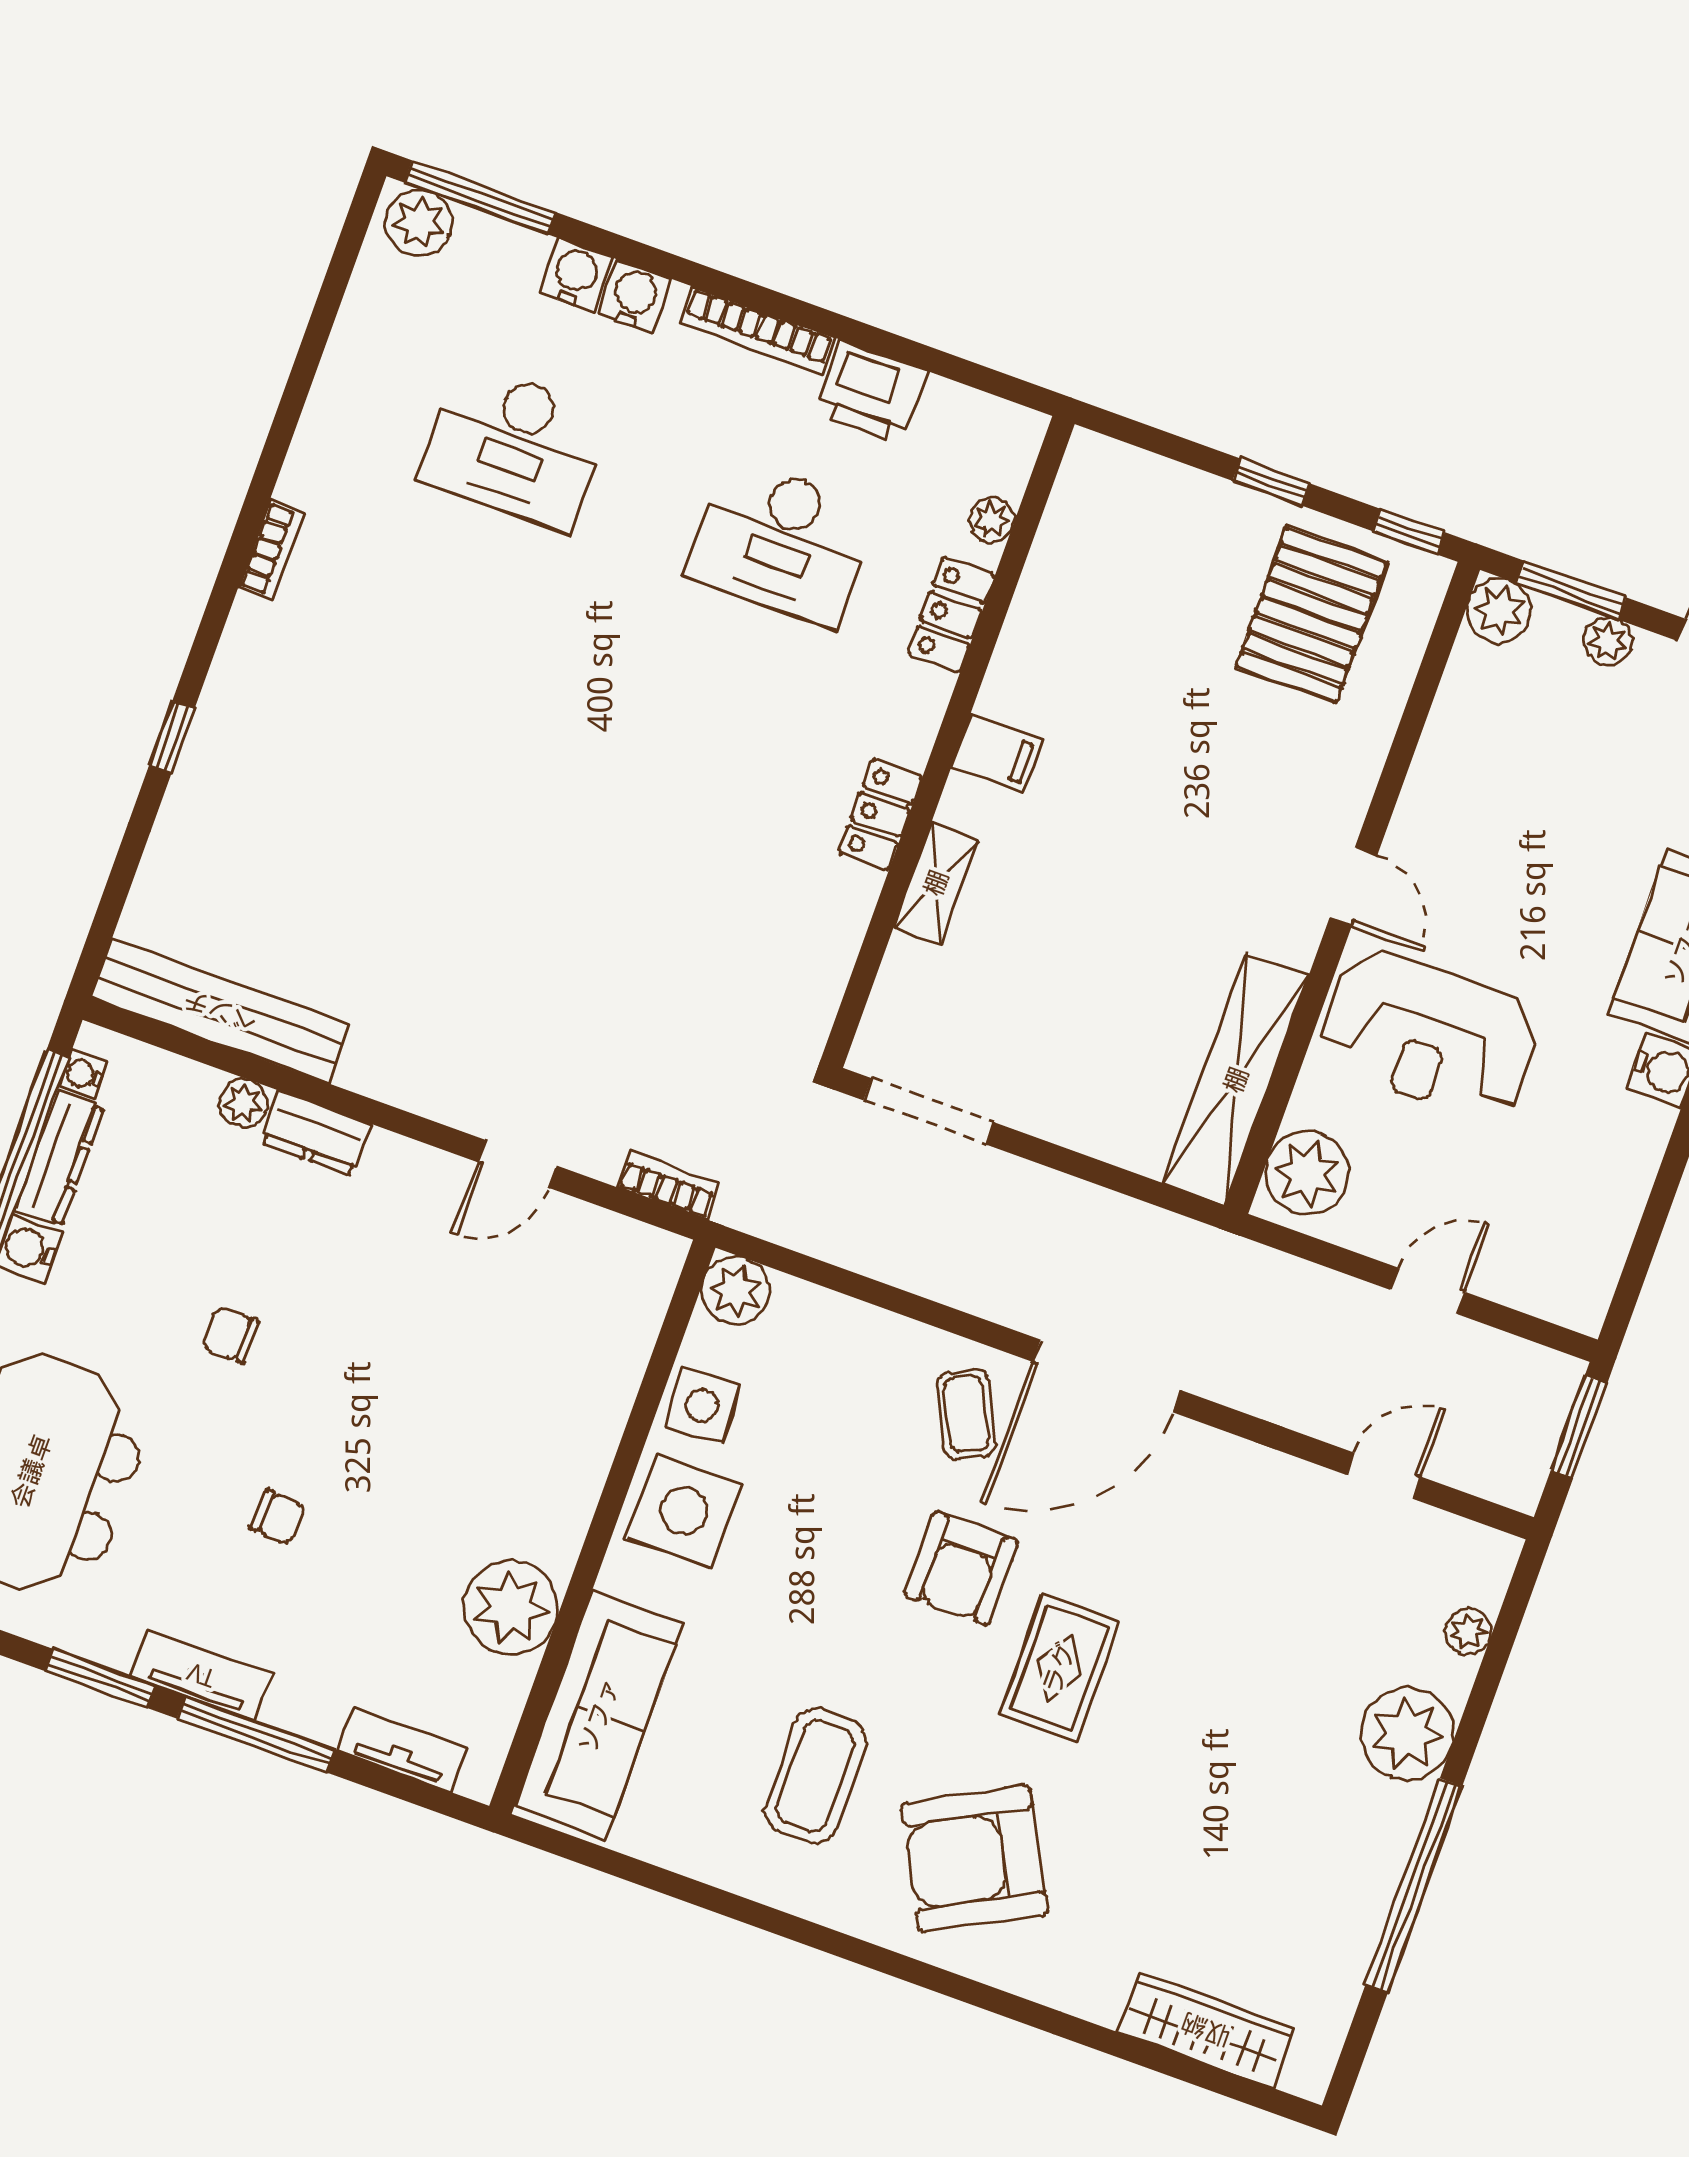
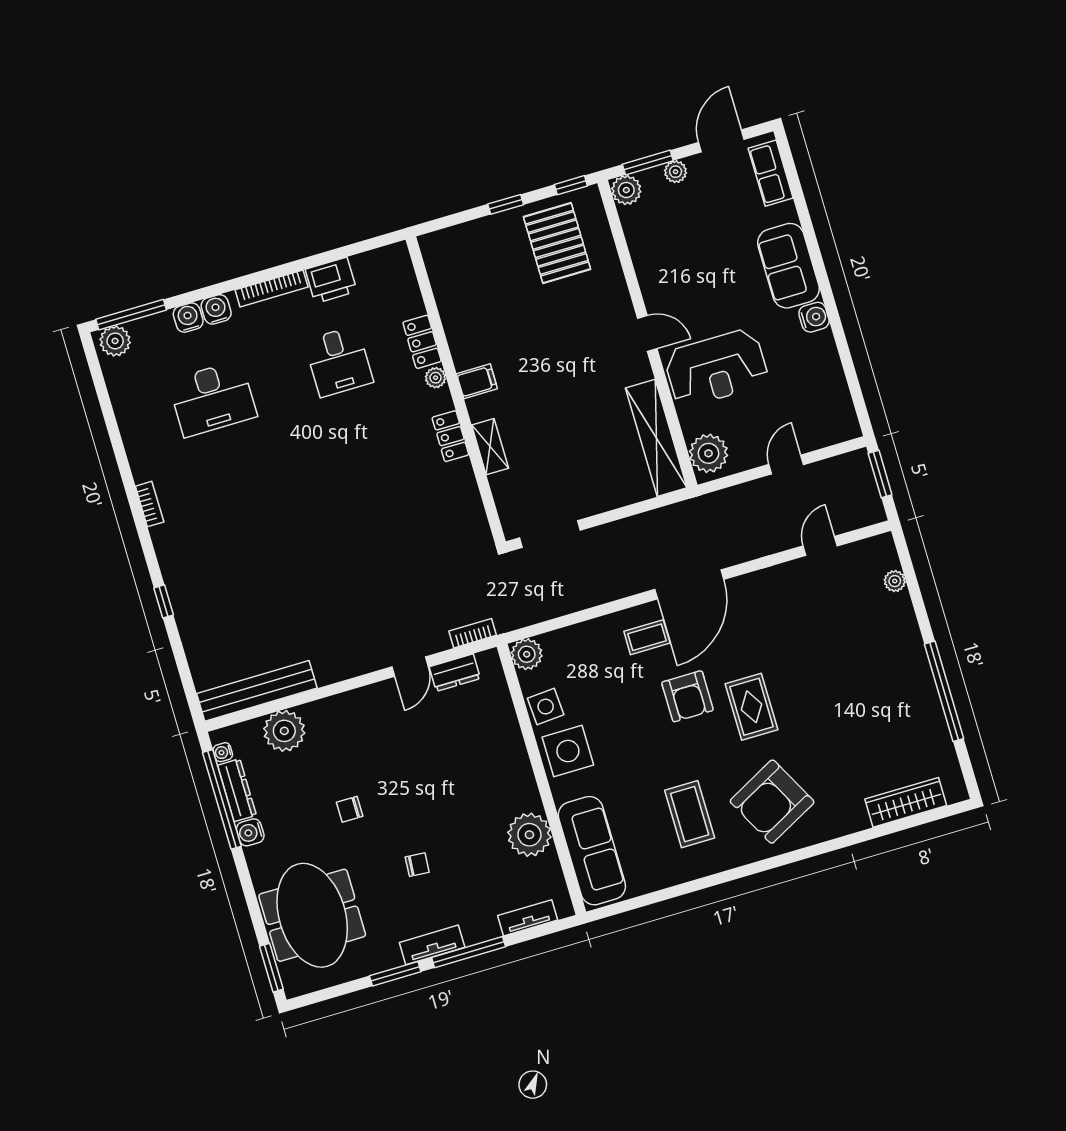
plant: (991, 520) -> (435, 378), moved
desk: (781, 543) -> (339, 361), width x0.73
plant: (243, 1103) -> (284, 731), width x1.87, depth x1.87
dresser: (315, 1133) -> (455, 673), moved
coffee table: (966, 1414) -> (647, 637), turned -64
plant: (1407, 1734) -> (900, 636), removed

